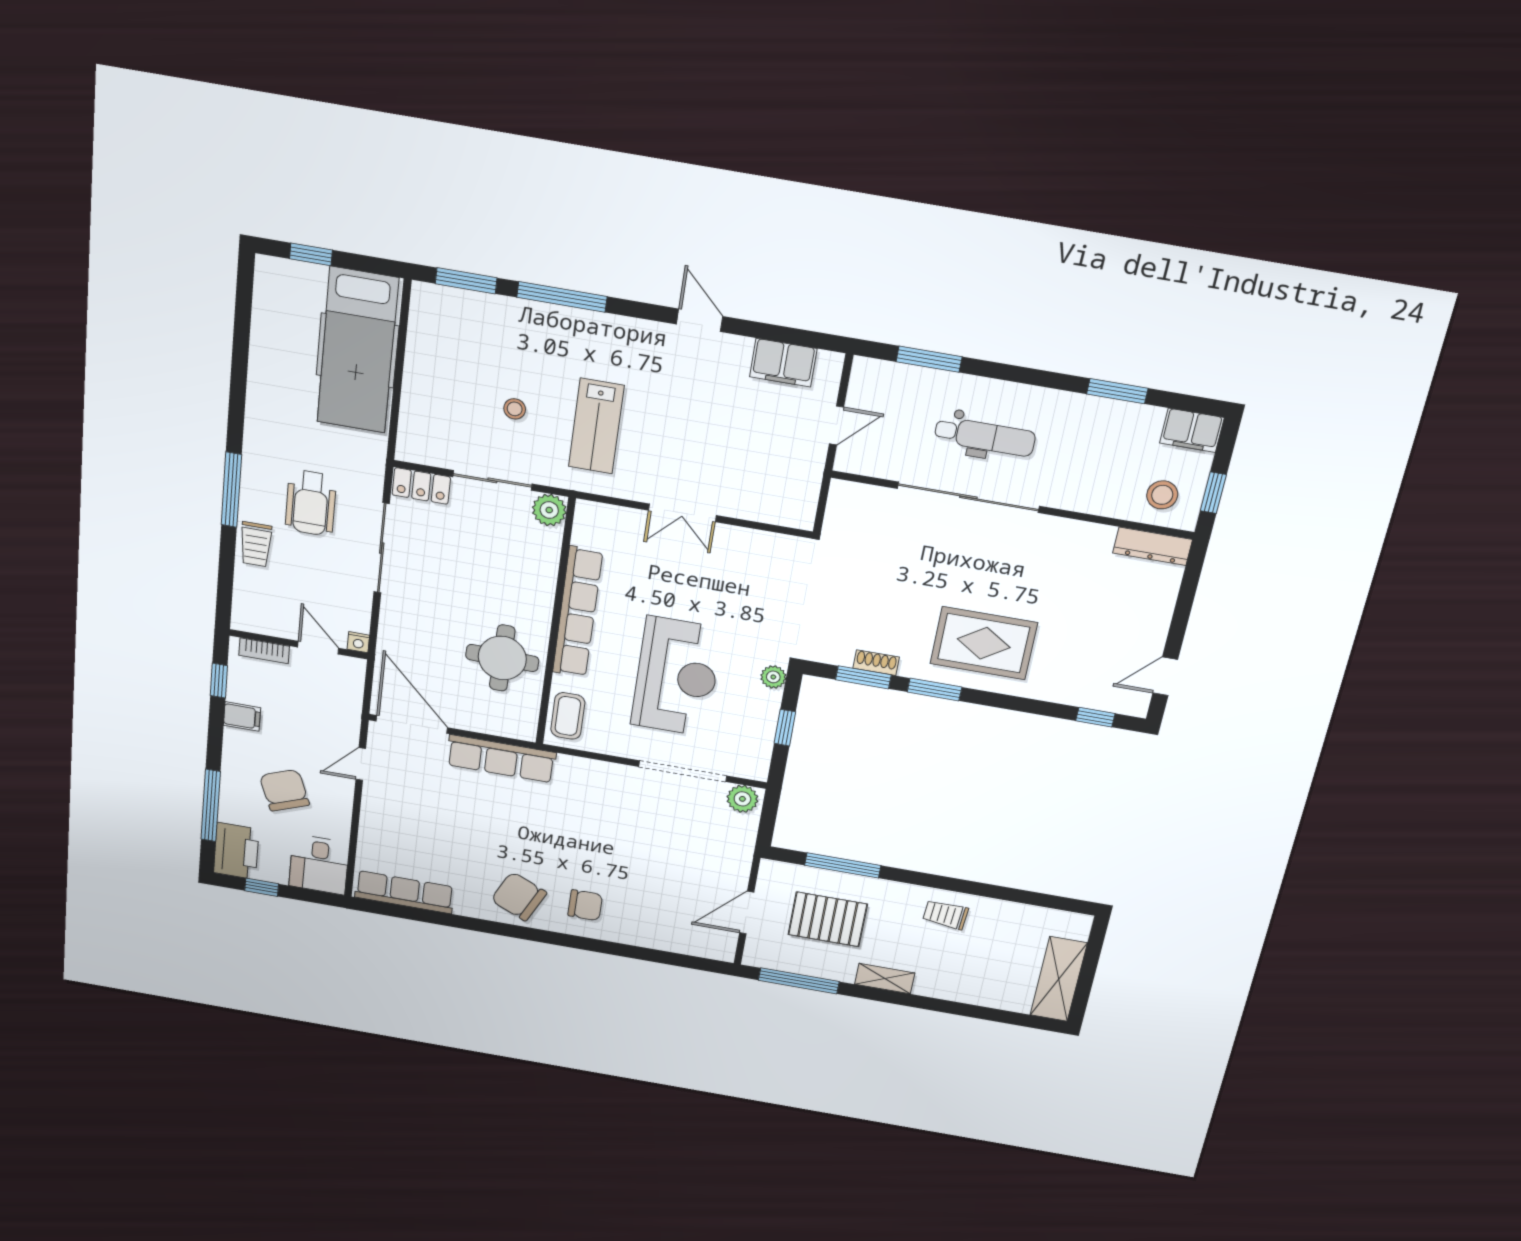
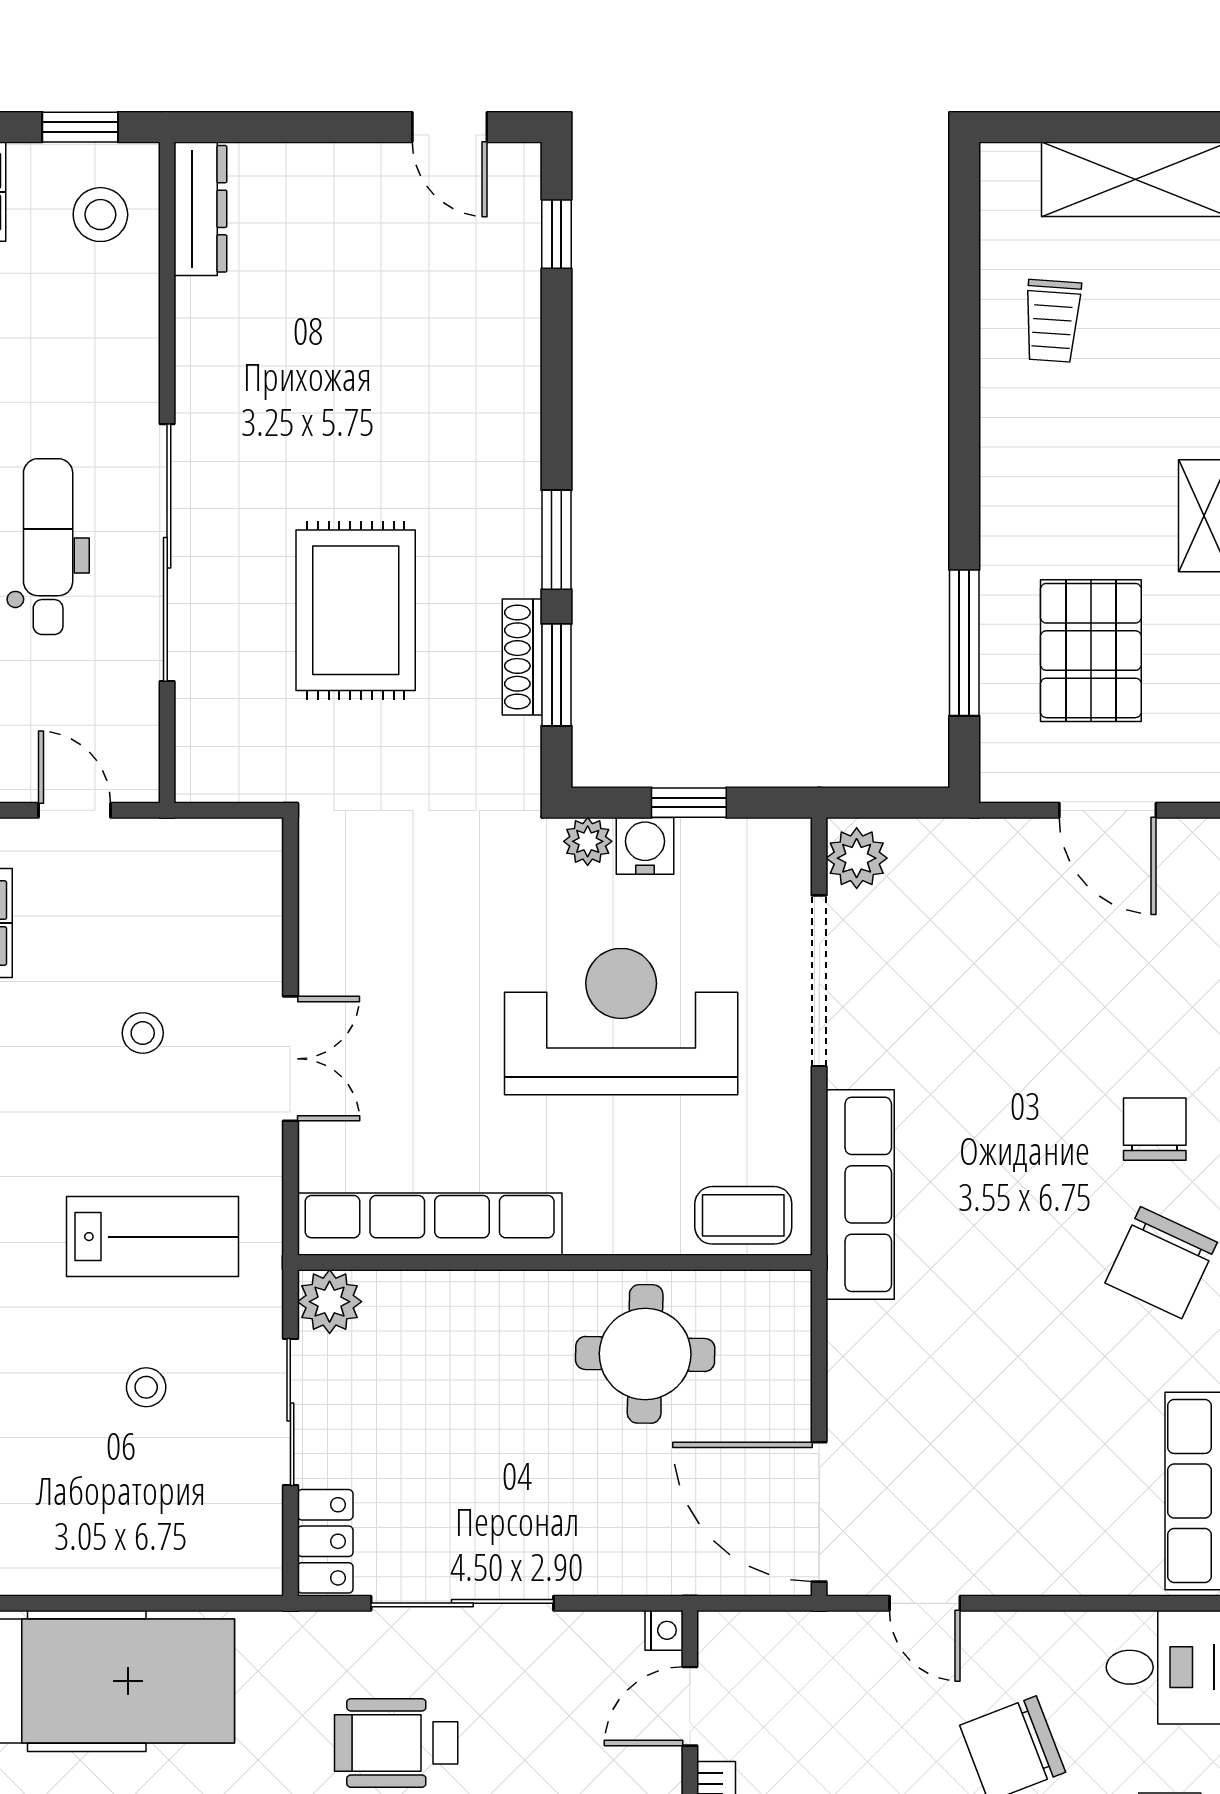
stool: (708, 440) -> (143, 1033), added
wheelchair: (311, 503) -> (396, 1743), turned 180
row of seats: (577, 612) -> (430, 1224), moved
rug: (984, 643) -> (356, 610), moved
shoe rack: (876, 663) -> (522, 657), width x1.43
water cooler: (766, 703) -> (645, 846), added
door: (412, 724) -> (819, 1512), hinge flipped
row of seats: (501, 759) -> (860, 1194), moved
trolley: (945, 915) -> (1052, 321), moved

